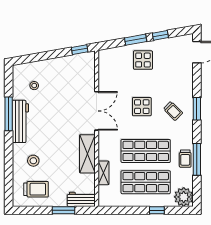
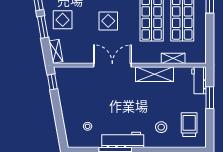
shelving: (111, 53) -> (56, 51), added

